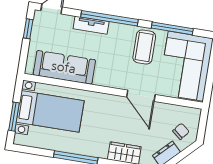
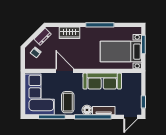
floor lamp: (117, 30) -> (87, 110), added
sofa: (64, 67) -> (102, 81), moved

